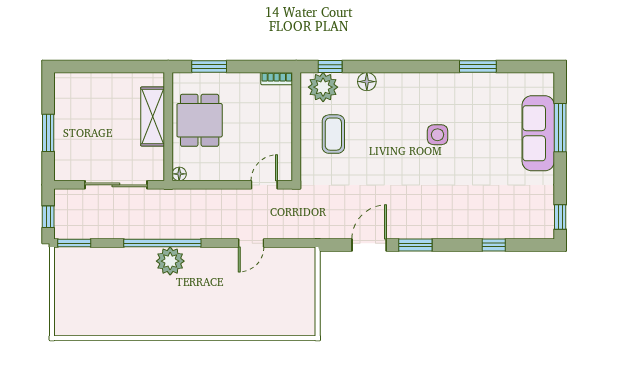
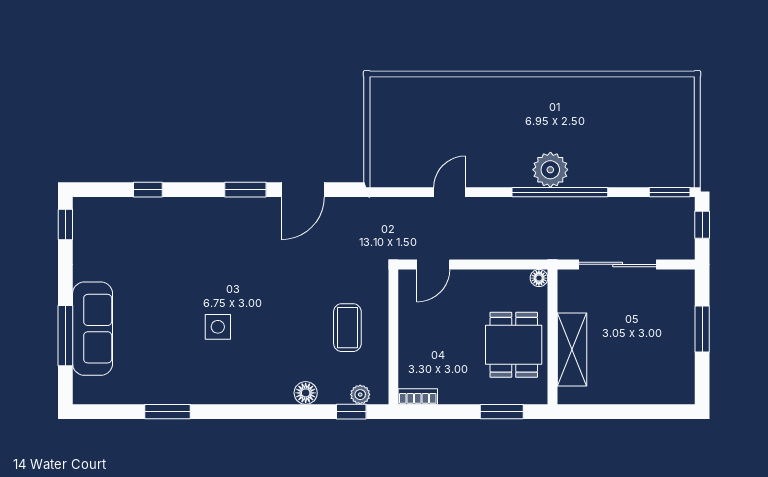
plant: (323, 87) -> (360, 395), width x0.53, depth x0.53

